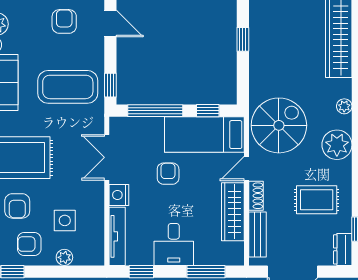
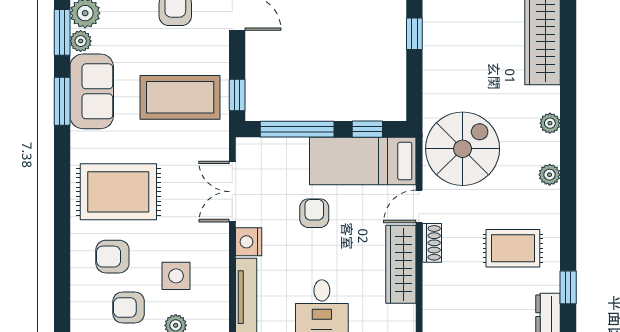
plant: (337, 145) -> (550, 175), width x0.53, depth x0.53
armchair: (17, 206) -> (112, 257), turned 90
bench: (258, 235) -> (434, 295), removed

